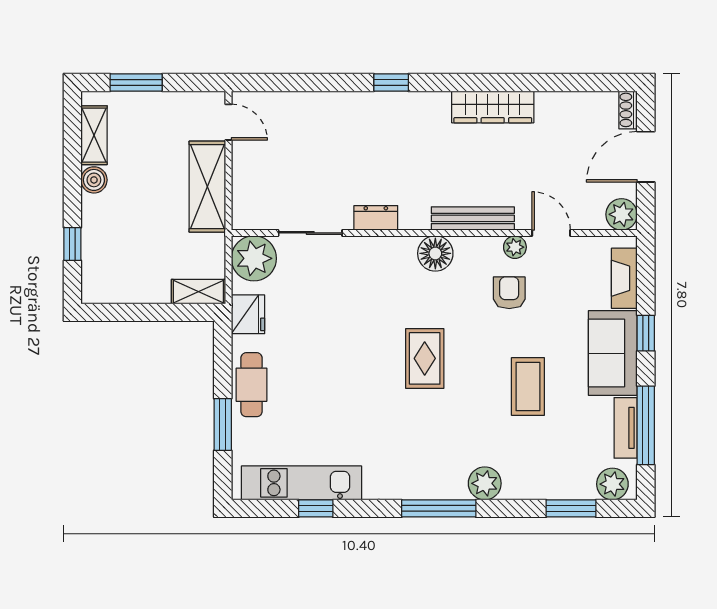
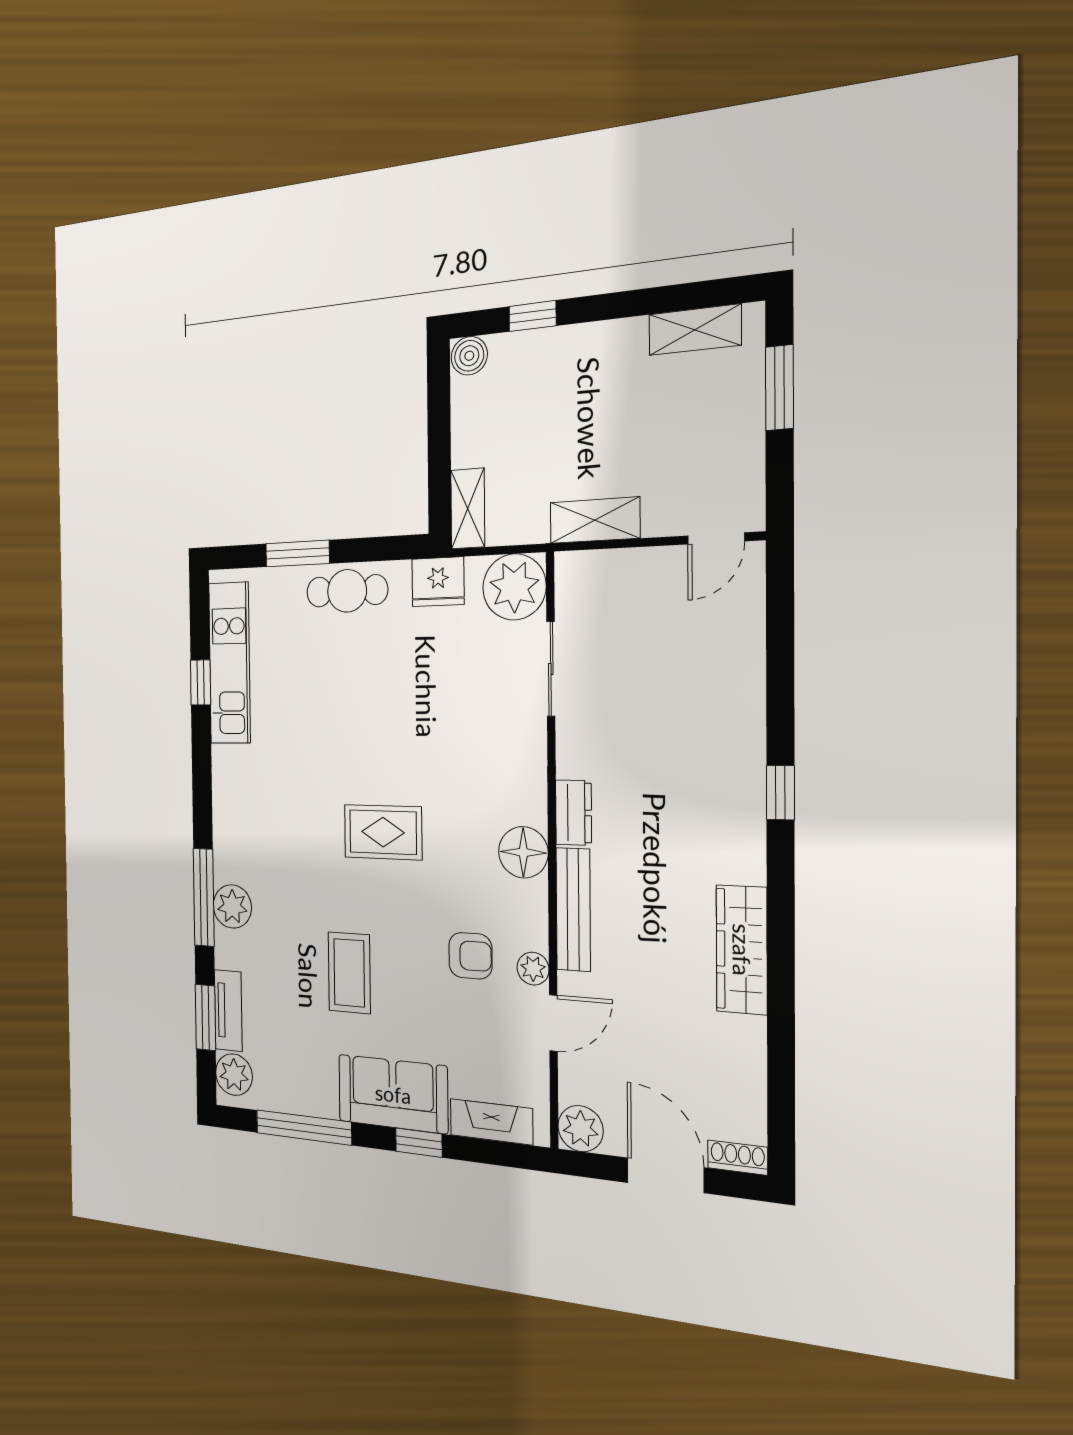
boiler: (94, 180) -> (469, 356), moved
shelving: (207, 187) -> (595, 520), width x0.67, depth x0.75
dresser: (376, 218) -> (573, 813), moved
coffee table: (528, 386) -> (349, 973), turned 90
tv unit: (626, 428) -> (228, 1011), moved, turned 90
window: (439, 508) -> (204, 897), moved

